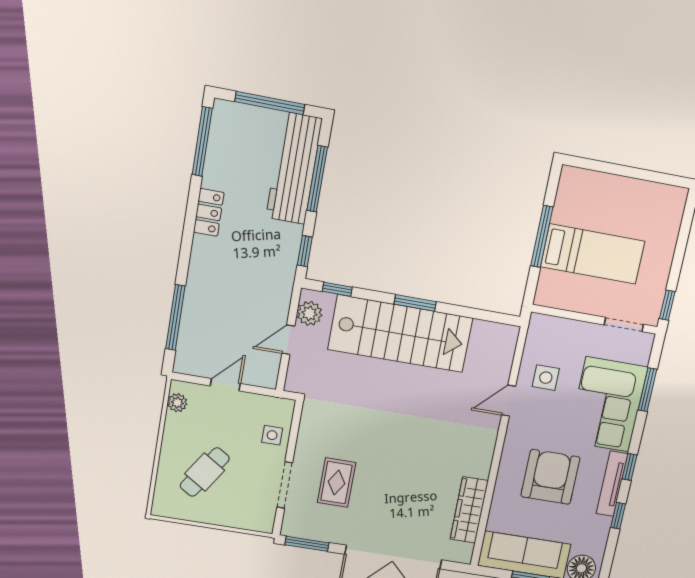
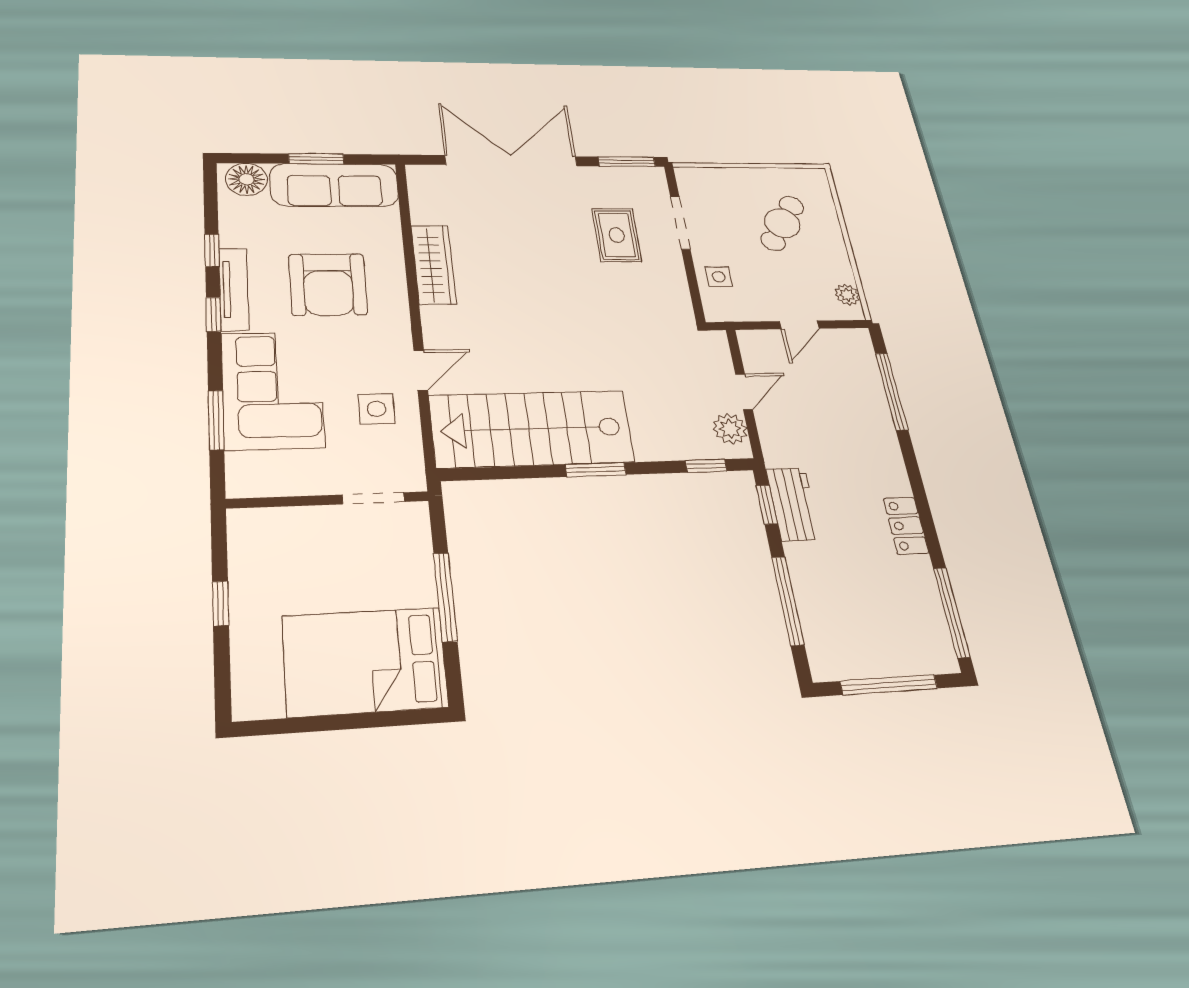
workbench: (294, 168) -> (793, 504), moved, width x0.53, depth x0.76
bed: (593, 254) -> (365, 661), moved, width x1.50
window: (667, 305) -> (221, 603), moved
doorway: (624, 325) -> (373, 498), moved
stairs: (400, 334) -> (532, 429), moved
wardrobe: (469, 510) -> (434, 265), moved

